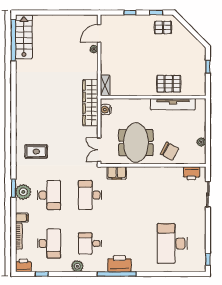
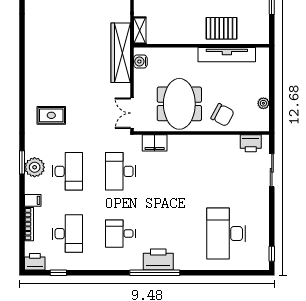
plant: (77, 266) -> (104, 263), removed

